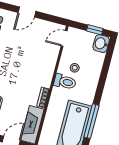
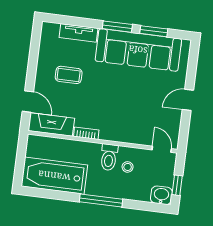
door: (27, 12) -> (188, 100), hinge flipped
window: (92, 121) -> (101, 201), moved

